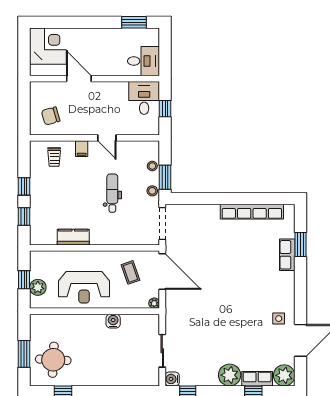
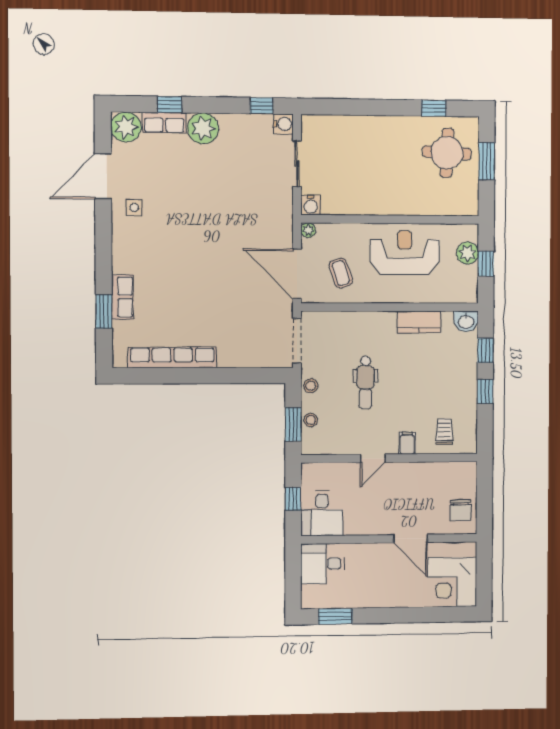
chair: (51, 116) -> (461, 510), moved, turned 106
door: (107, 138) -> (373, 458), swing flipped
window: (165, 177) -> (293, 424), moved
washbasin: (39, 238) -> (466, 321), added
water cooler: (113, 321) -> (311, 205), moved

